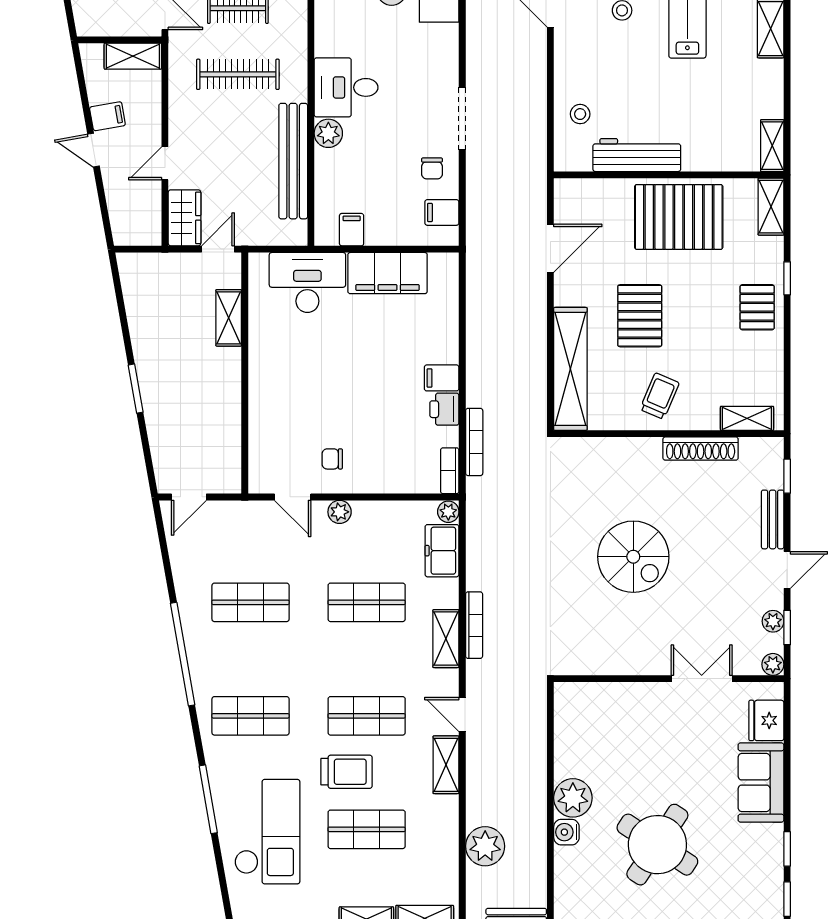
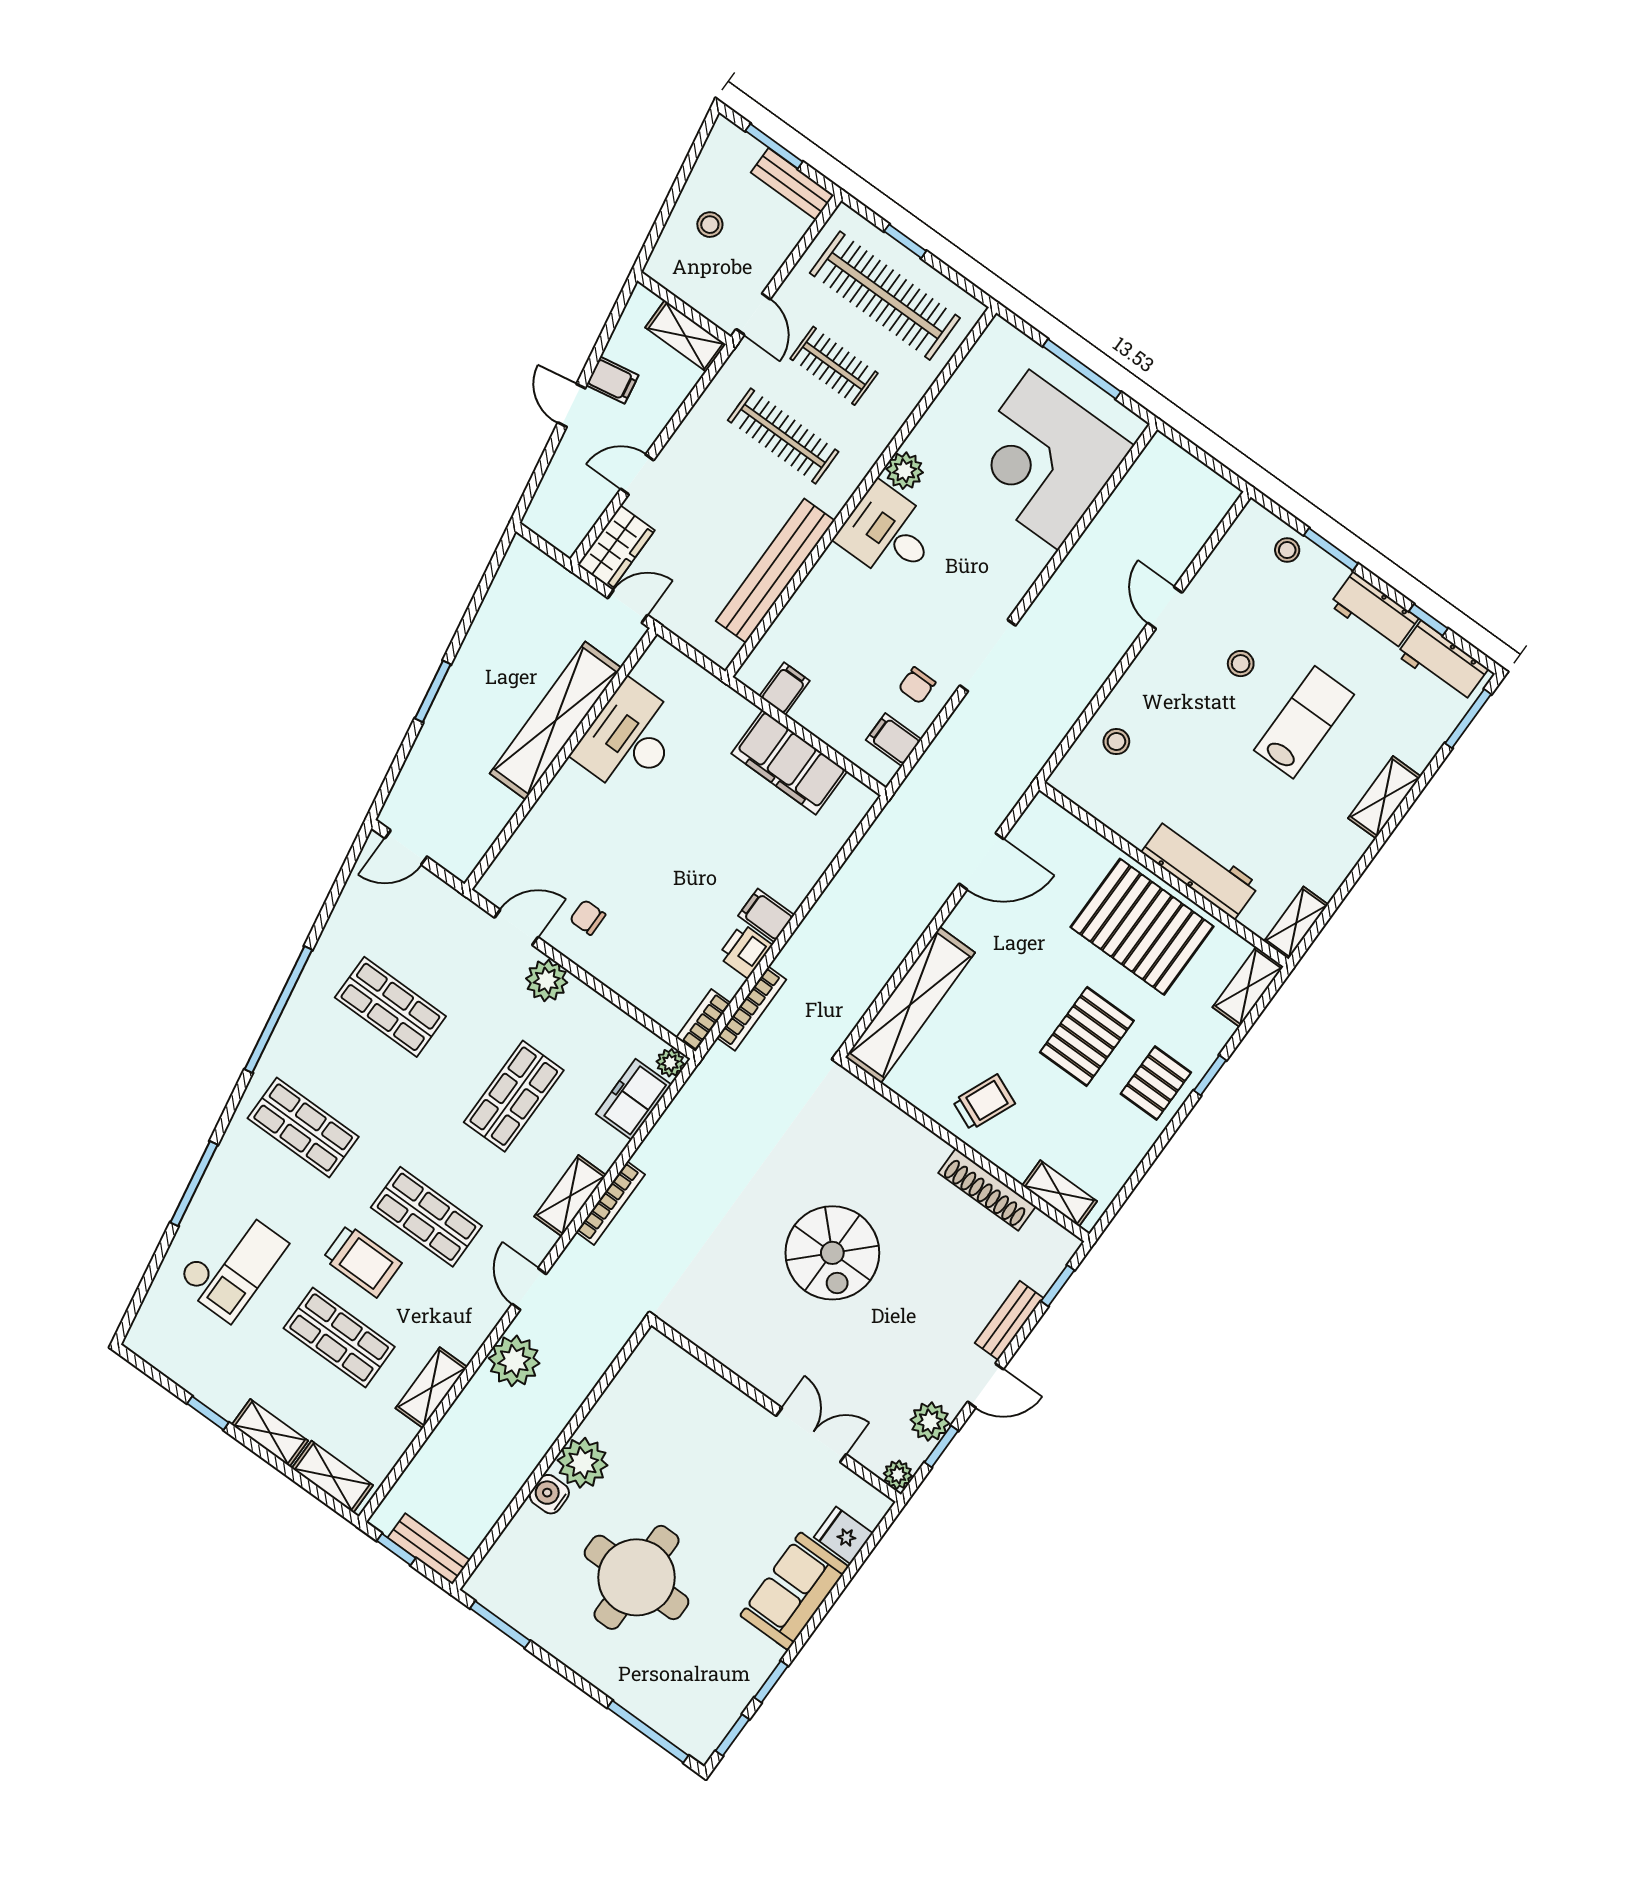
plant: (328, 133) -> (905, 471), moved
workbench: (637, 155) -> (1200, 869), moved
desk: (307, 282) -> (629, 739), moved, turned -90
pallet: (640, 316) -> (1087, 1036), moved
shelving: (229, 318) -> (555, 721), width x2.20, depth x1.33
door: (293, 497) -> (516, 927), swing flipped
plant: (340, 512) -> (547, 981), width x1.38, depth x1.38
shop shelf: (367, 602) -> (514, 1096), turned 90
plant: (773, 621) -> (930, 1422), width x1.38, depth x1.38
fridge: (766, 720) -> (843, 1535), width x0.72
shelving: (446, 765) -> (431, 1388), moved
checkout: (267, 832) -> (232, 1263), width x0.73, depth x0.83
round table: (657, 845) -> (636, 1577), turned -33
plant: (485, 846) -> (514, 1361), moved

